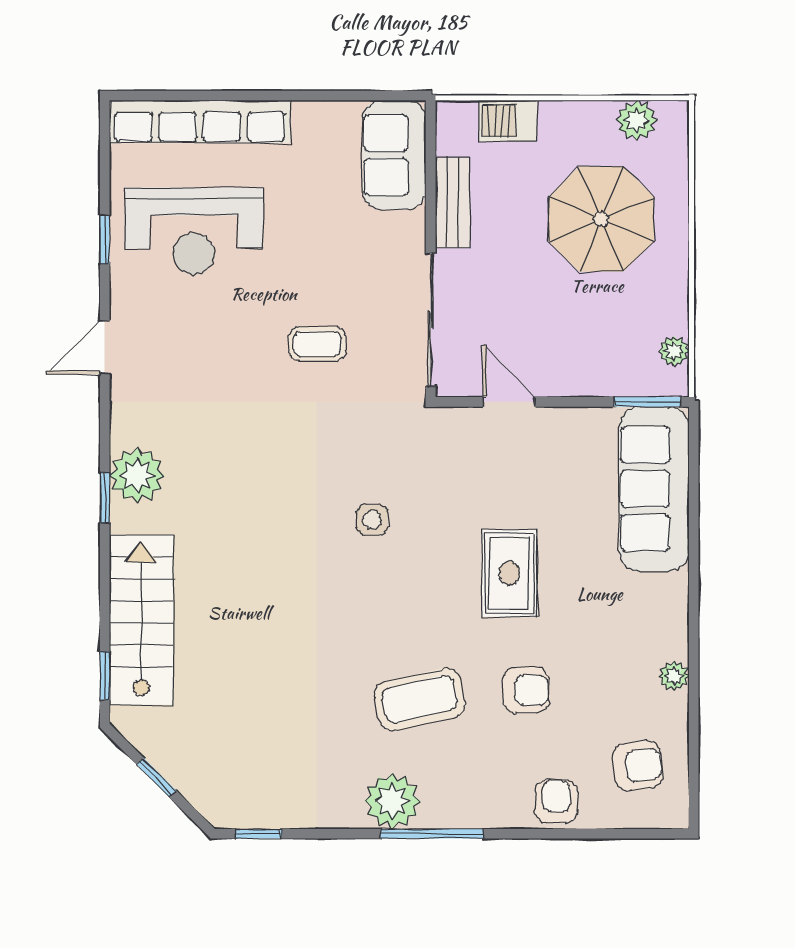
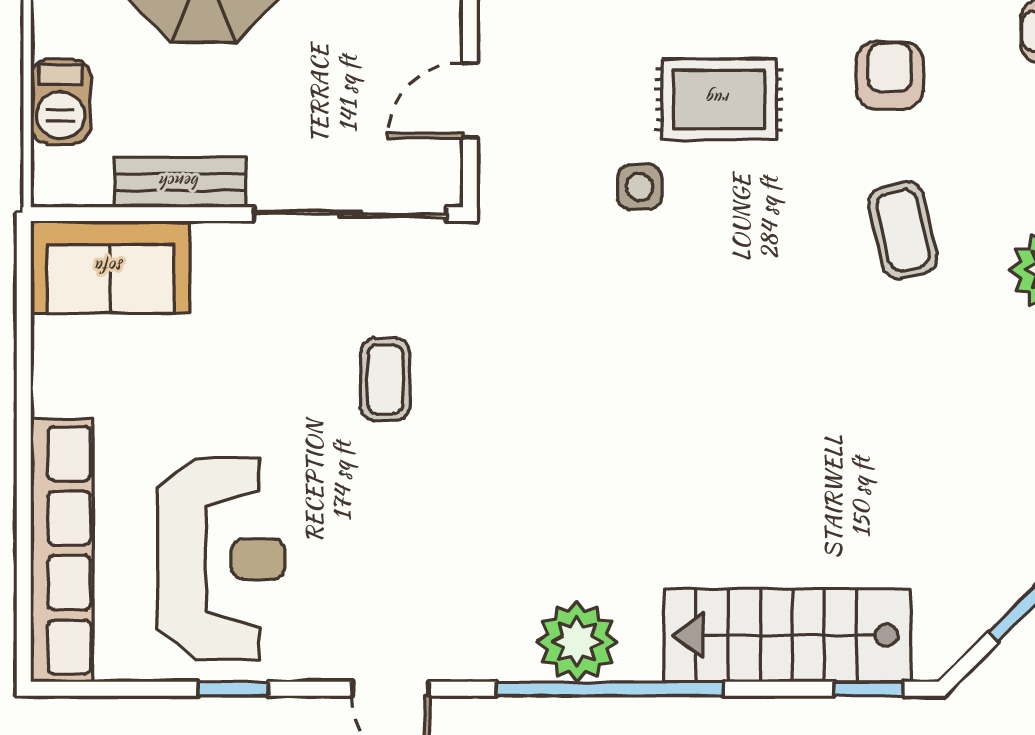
window: (105, 498) -> (610, 689), width x3.17
side table: (372, 520) -> (640, 187), moved
coffee table: (420, 699) -> (903, 230), width x0.73, depth x0.77

